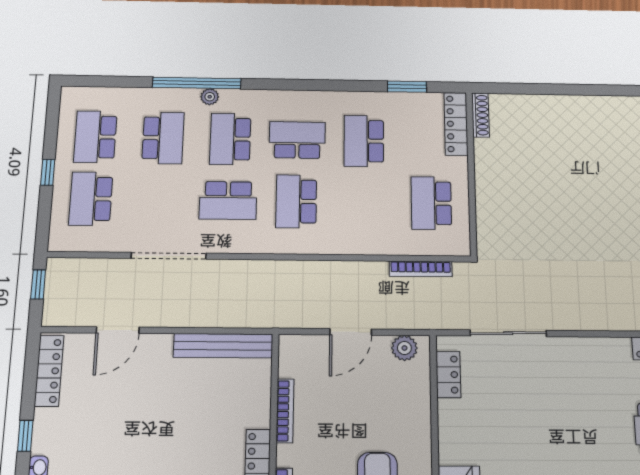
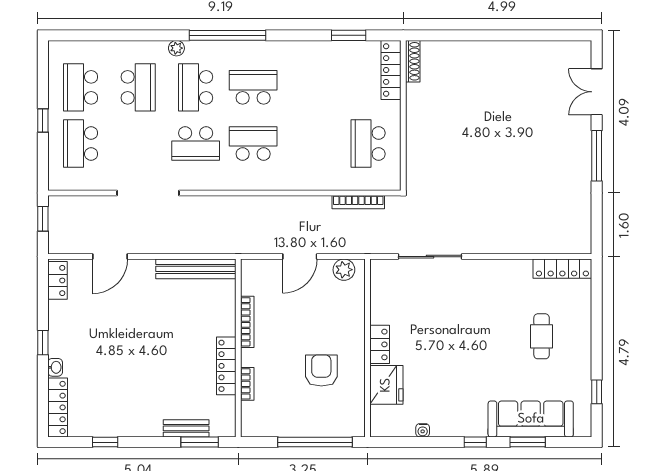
window: (197, 83) -> (227, 35), moved
school desk: (364, 141) -> (311, 87), removed
school desk: (296, 201) -> (253, 143), turned 90
locker: (49, 371) -> (57, 280), width x0.66
locker: (448, 374) -> (380, 344), moved

